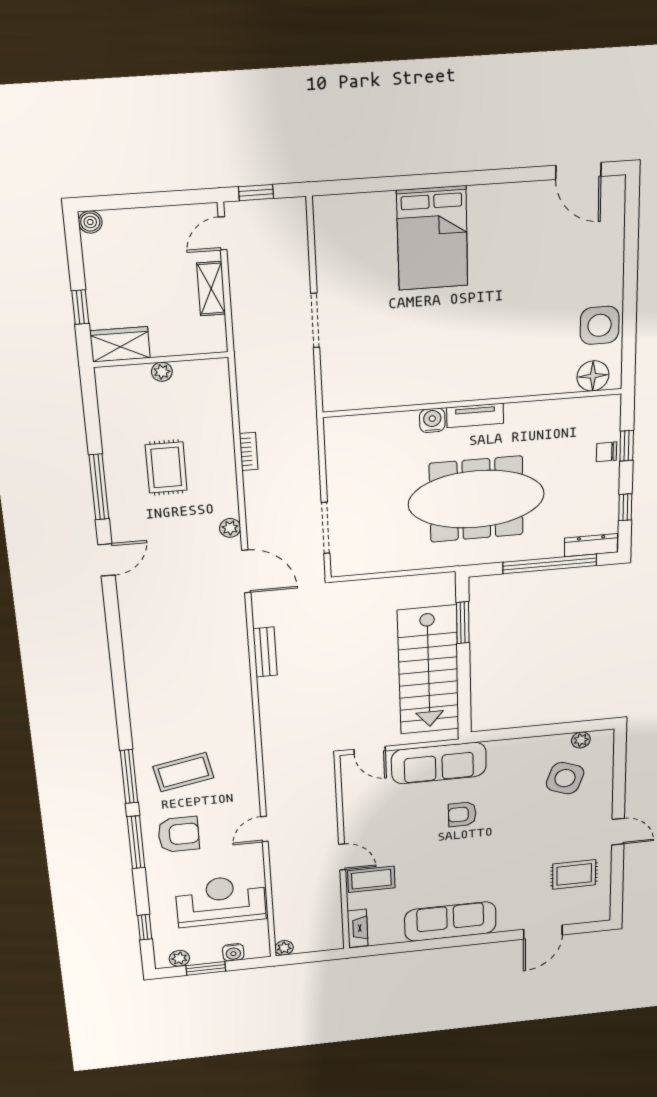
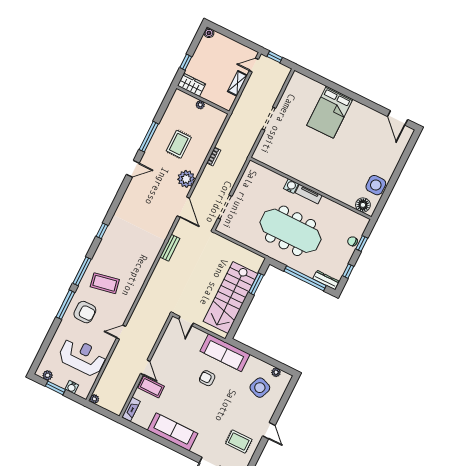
plant: (230, 528) -> (186, 179), width x1.87, depth x1.87
sofa: (439, 763) -> (225, 353), moved
window: (145, 927) -> (102, 231), moved

